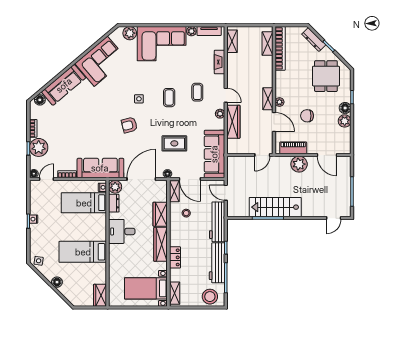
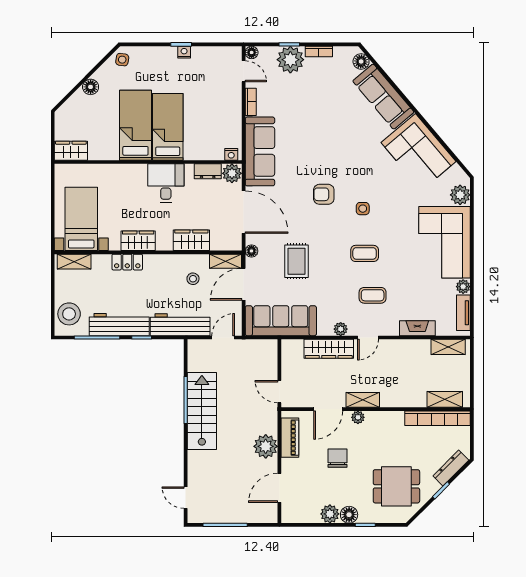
armchair: (129, 125) -> (324, 194), turned -76
bed: (84, 203) -> (168, 127), moved
wardrobe: (161, 244) -> (138, 241), width x0.67

